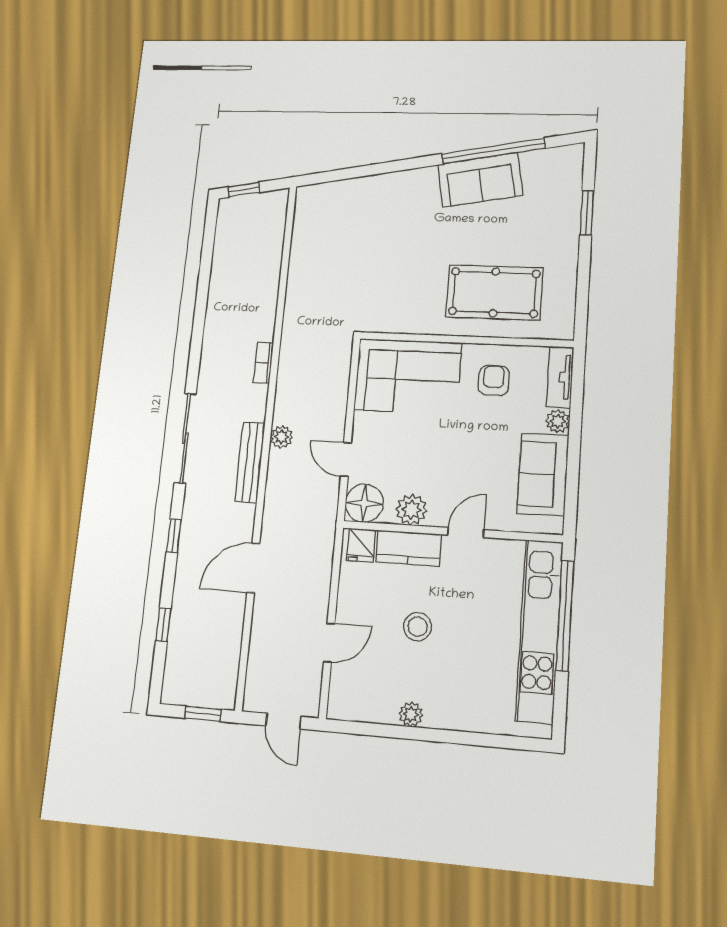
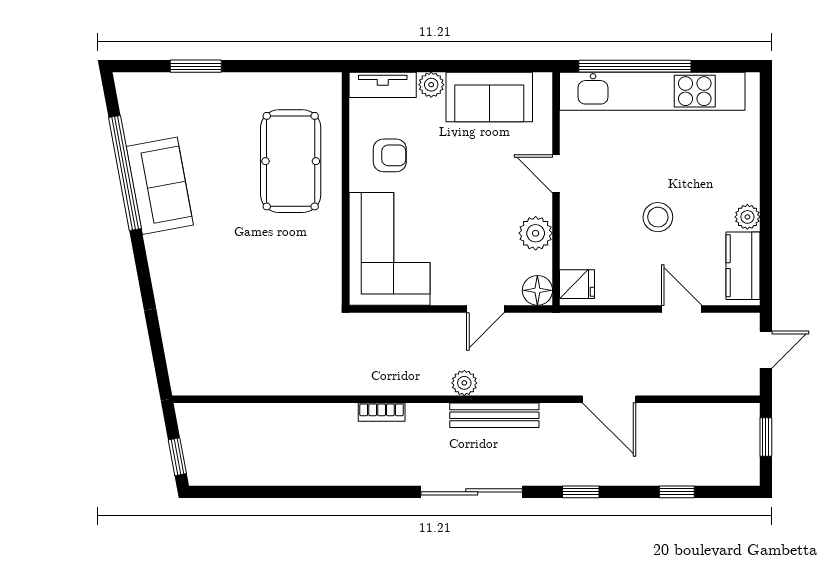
armchair: (494, 380) -> (390, 155), turned 180
floor lamp: (364, 503) -> (537, 290), width x0.73, depth x0.73
kitchen counter: (408, 548) -> (743, 266), moved, turned 180

